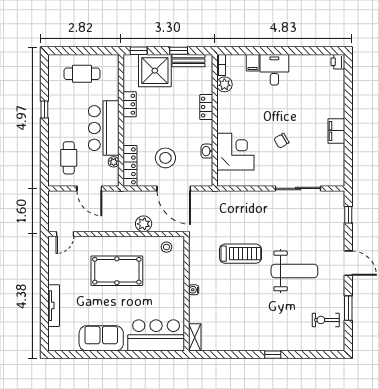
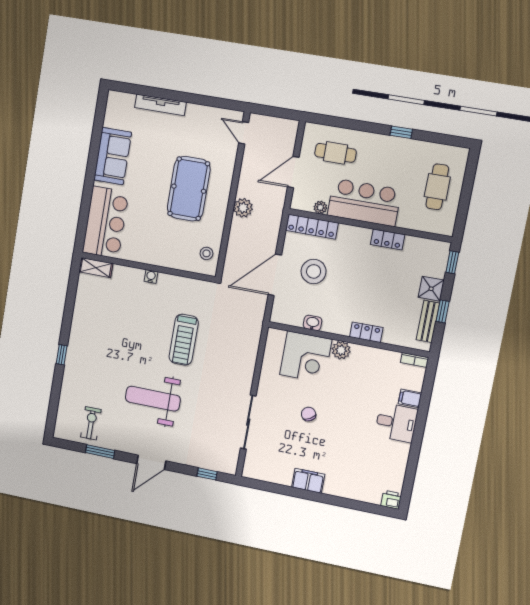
shower: (155, 71) -> (431, 289), width x0.54, depth x0.54
plant: (224, 84) -> (341, 350), moved
plant: (144, 224) -> (243, 208), moved
weight bench: (294, 271) -> (153, 399), turned 90

